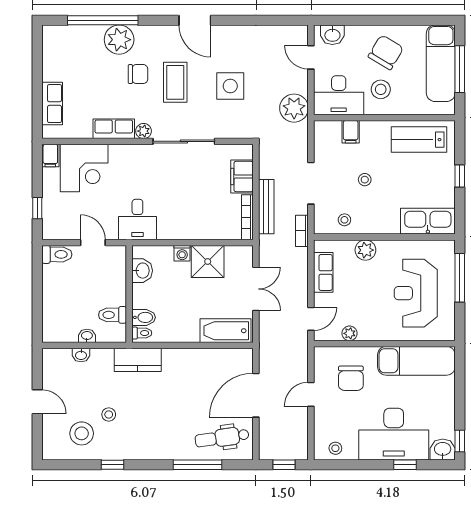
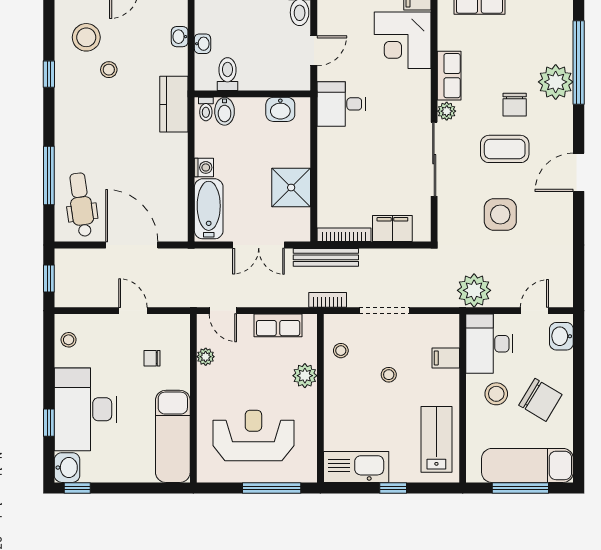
bench: (266, 207) -> (326, 257), moved
kitchen sink: (428, 221) -> (356, 467), moved, turned -90
washing machine: (182, 253) -> (204, 167), moved, turned 180
chair: (351, 378) -> (152, 358), width x0.54, depth x0.54

